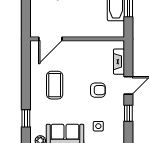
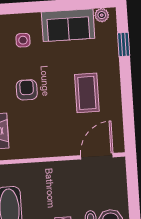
armchair: (98, 90) -> (27, 90), turned 90

